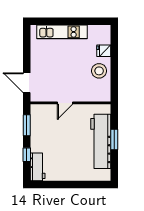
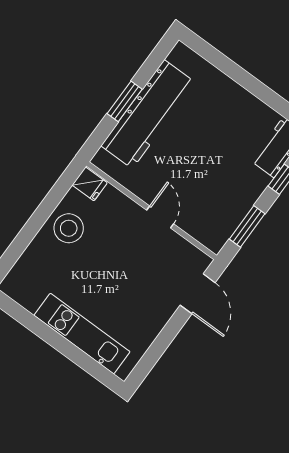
fridge: (104, 51) -> (90, 184), moved
door: (65, 103) -> (160, 217), hinge flipped

